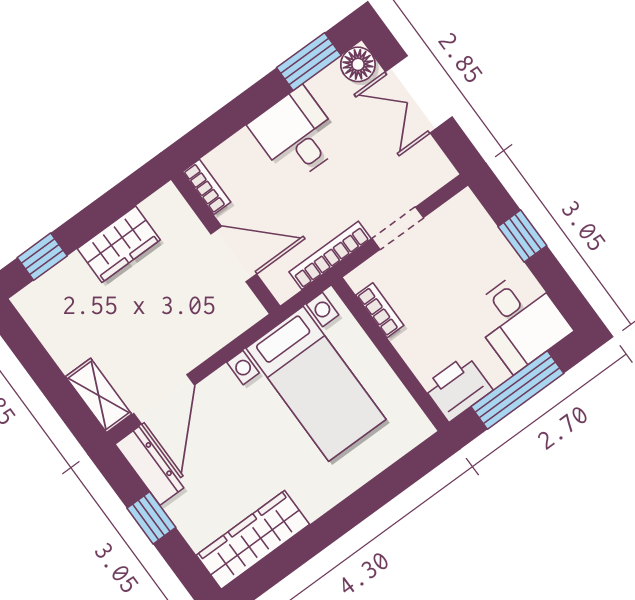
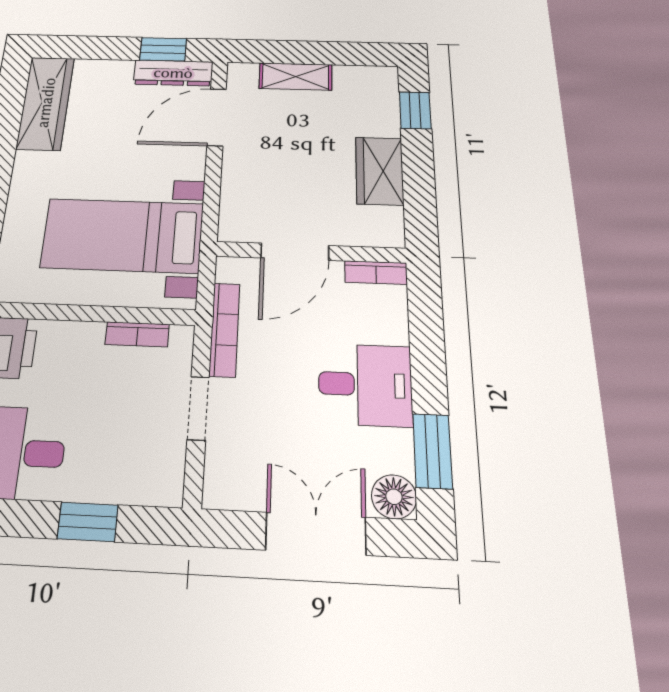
shelving: (99, 395) -> (296, 77), moved
door: (164, 399) -> (217, 117), hinge flipped
window: (151, 518) -> (163, 49), moved

